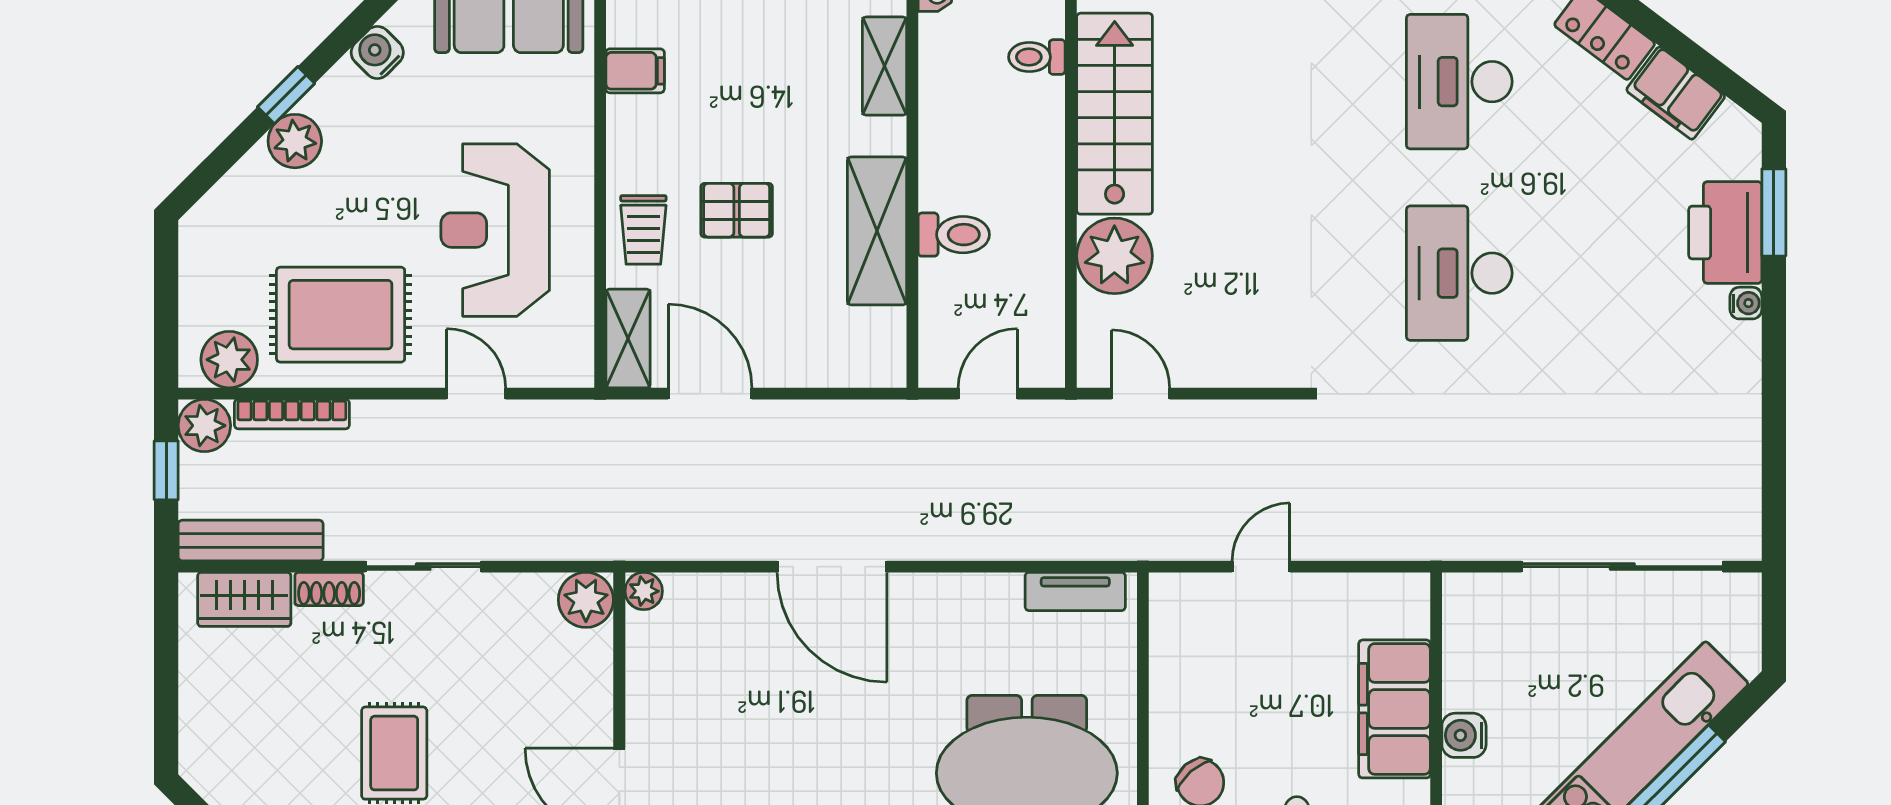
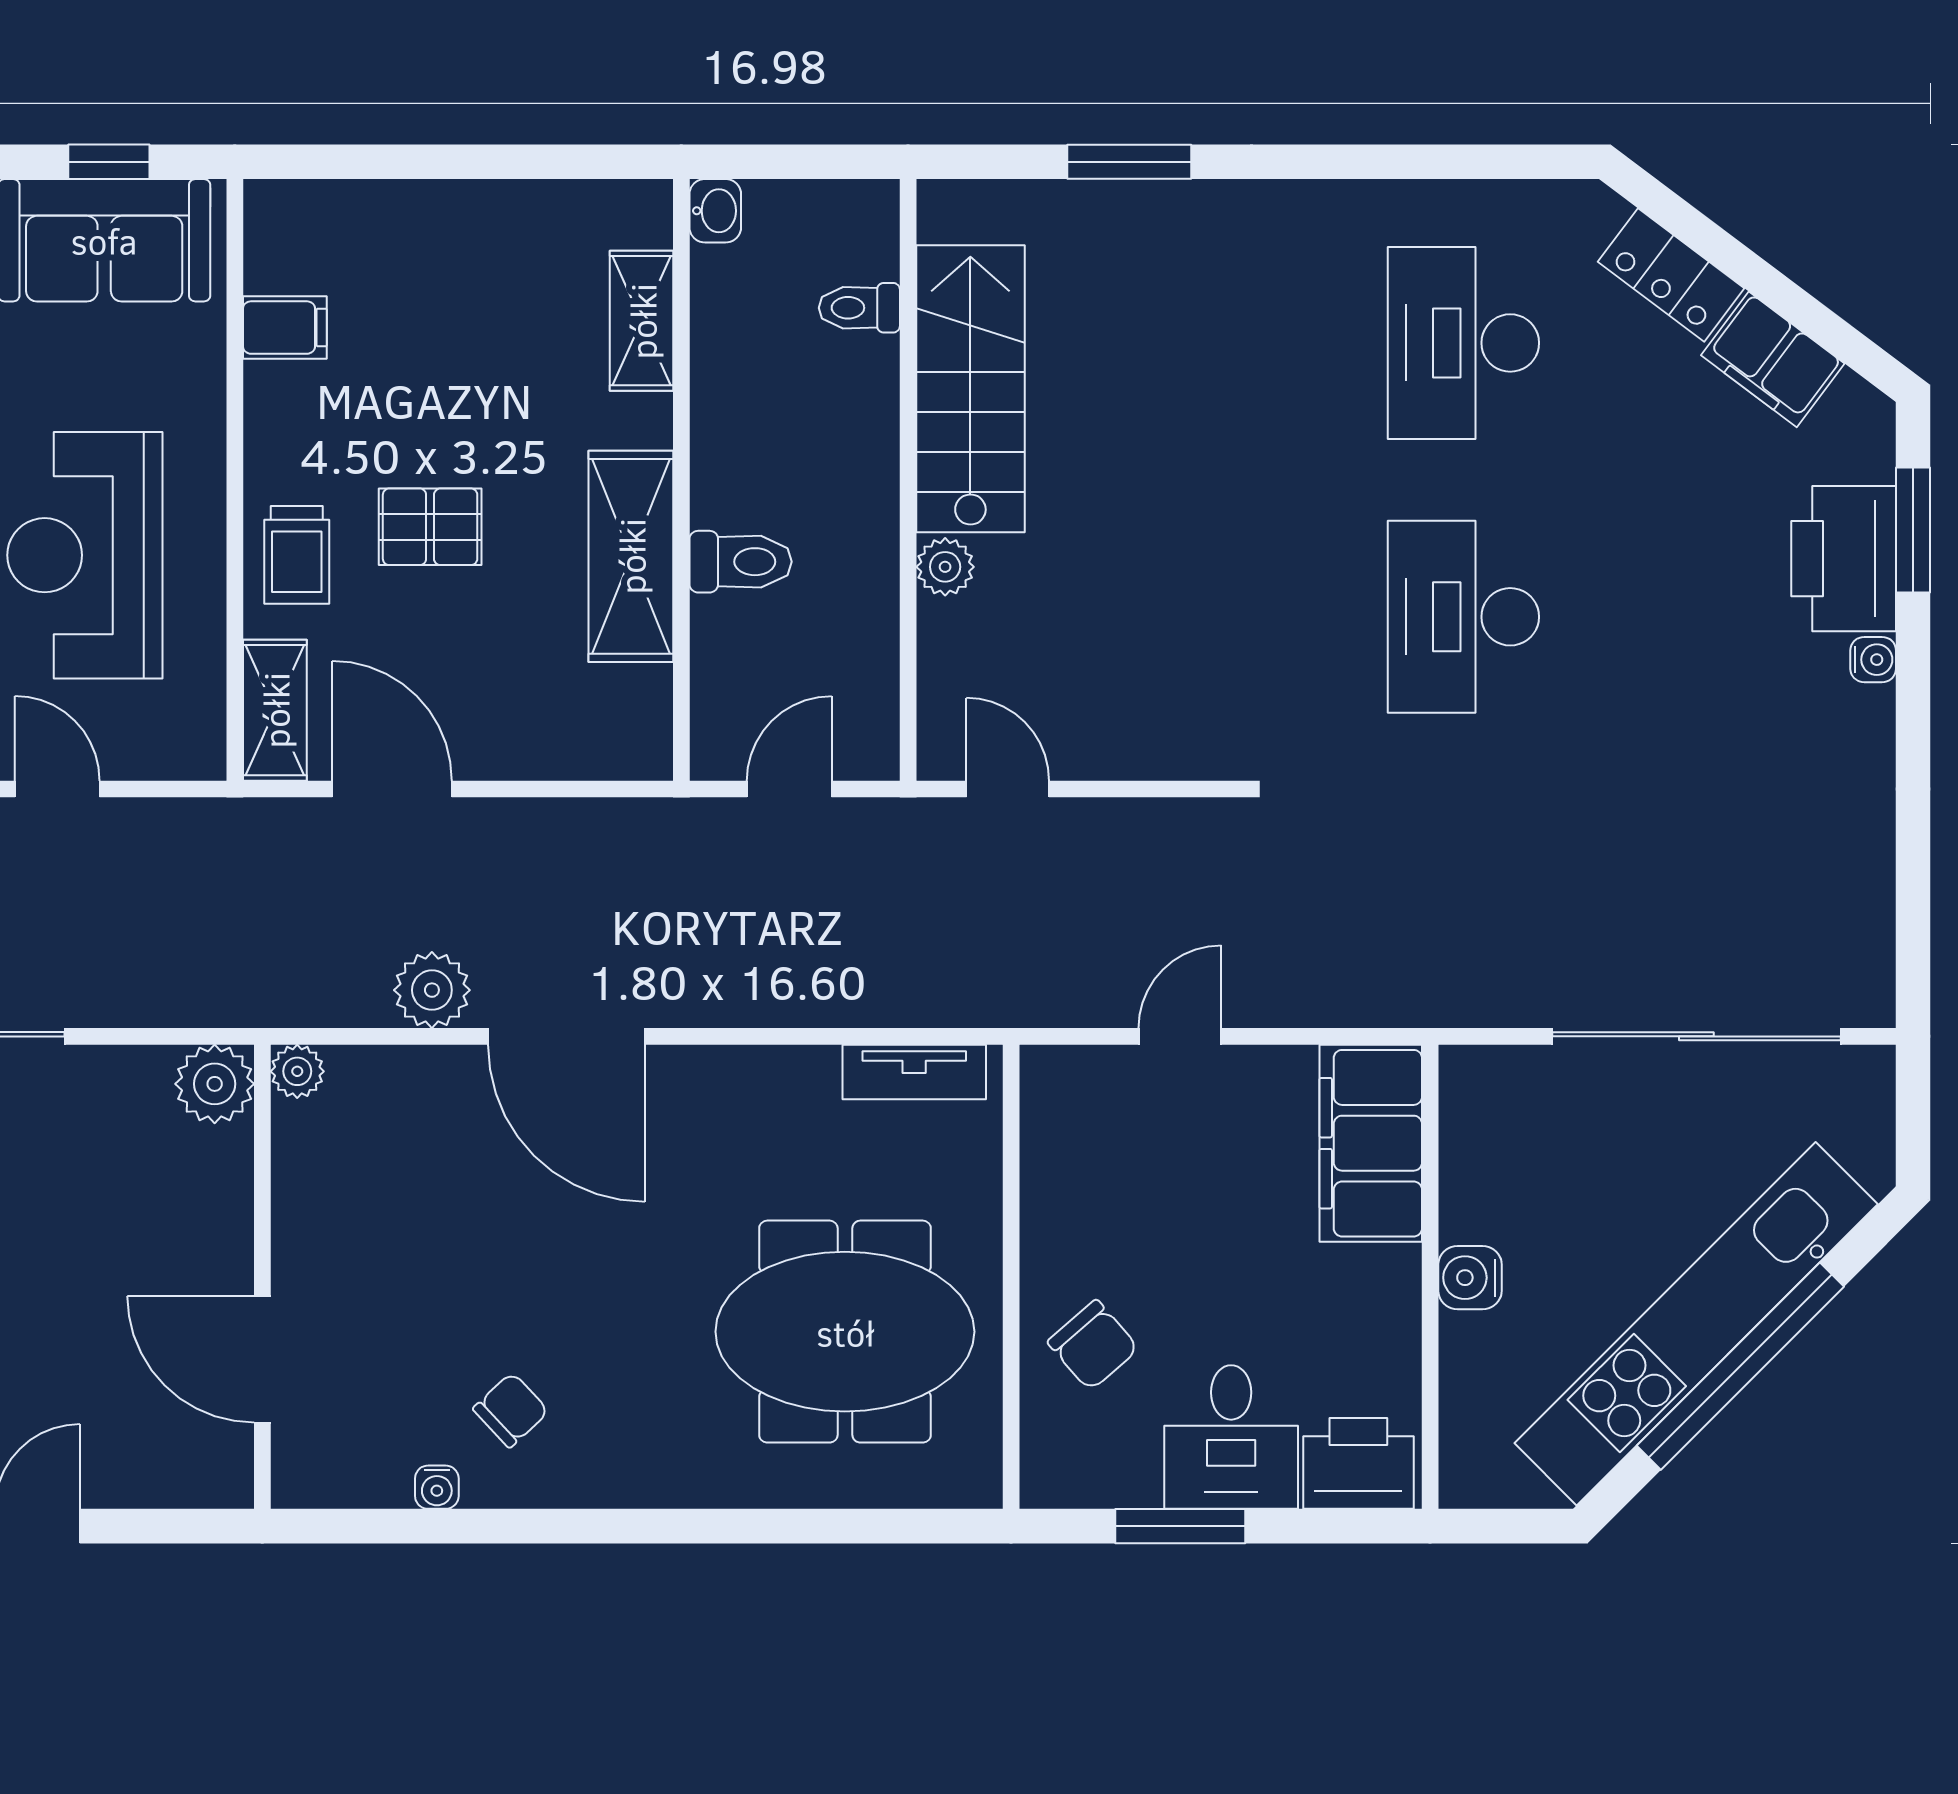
plant: (1114, 256) -> (945, 567), width x0.53, depth x0.53
plant: (738, 534) -> (432, 990), added
filing cabinet: (1394, 709) -> (1371, 1143), moved

